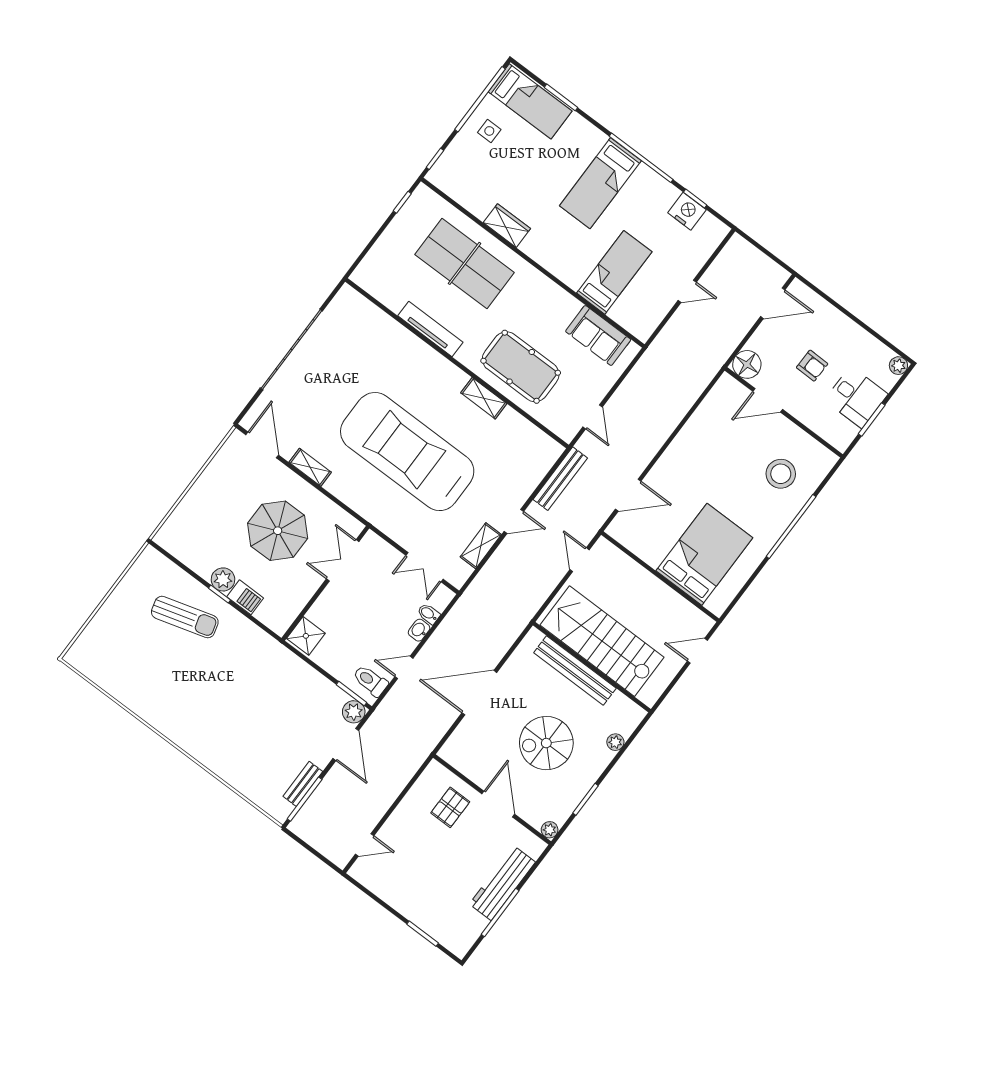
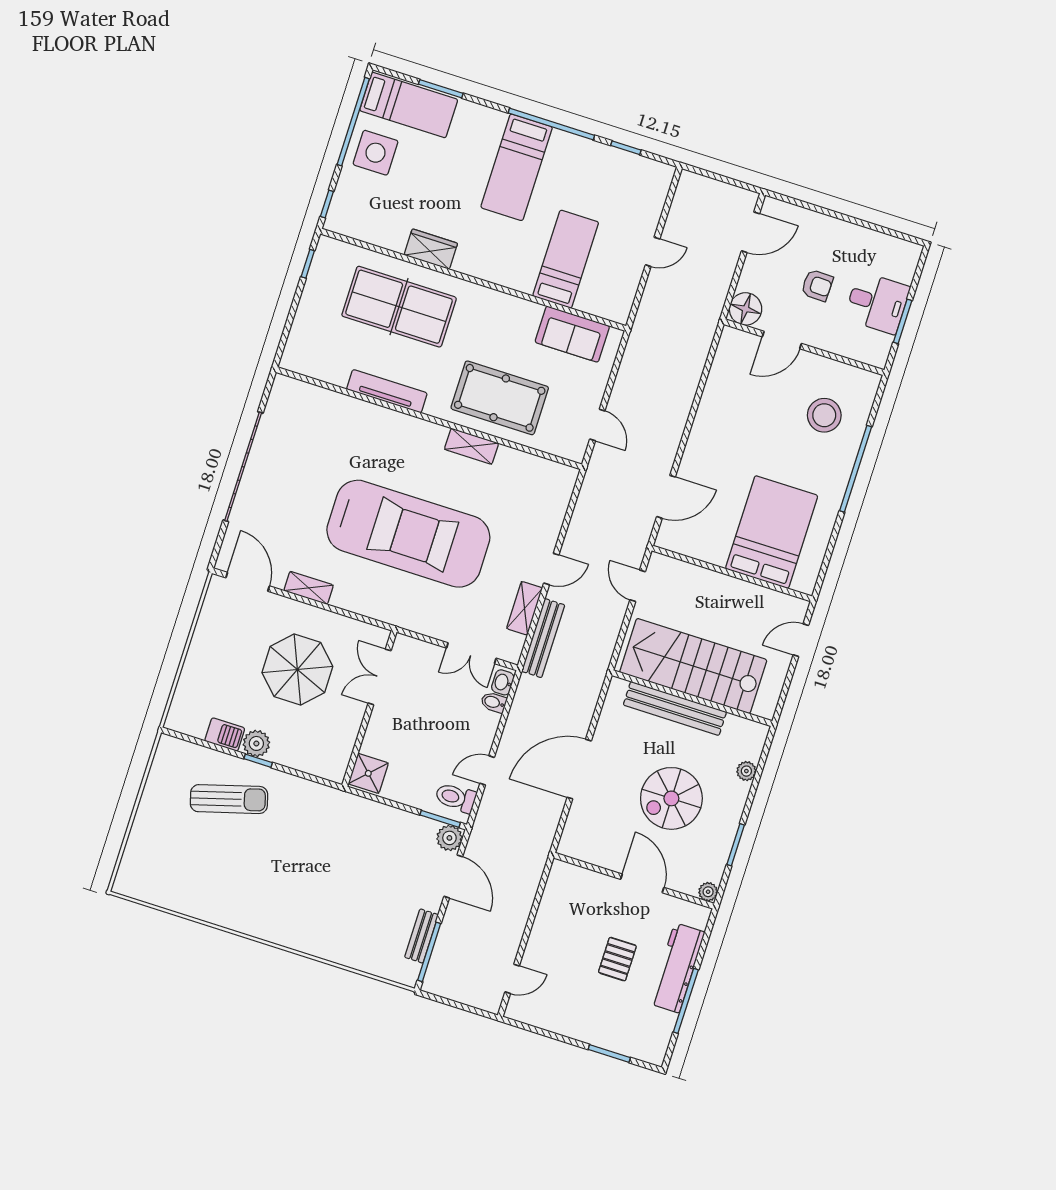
side table: (489, 131) -> (376, 153), width x1.87, depth x1.87
nightstand: (687, 211) -> (622, 165), removed
plant: (898, 366) -> (911, 252), removed
car: (407, 452) -> (408, 534), turned 180
bench: (560, 479) -> (543, 638), moved
barbecue: (245, 597) -> (225, 735), moved
washbasin: (419, 630) -> (503, 682), moved
pallet: (450, 807) -> (617, 959), moved

